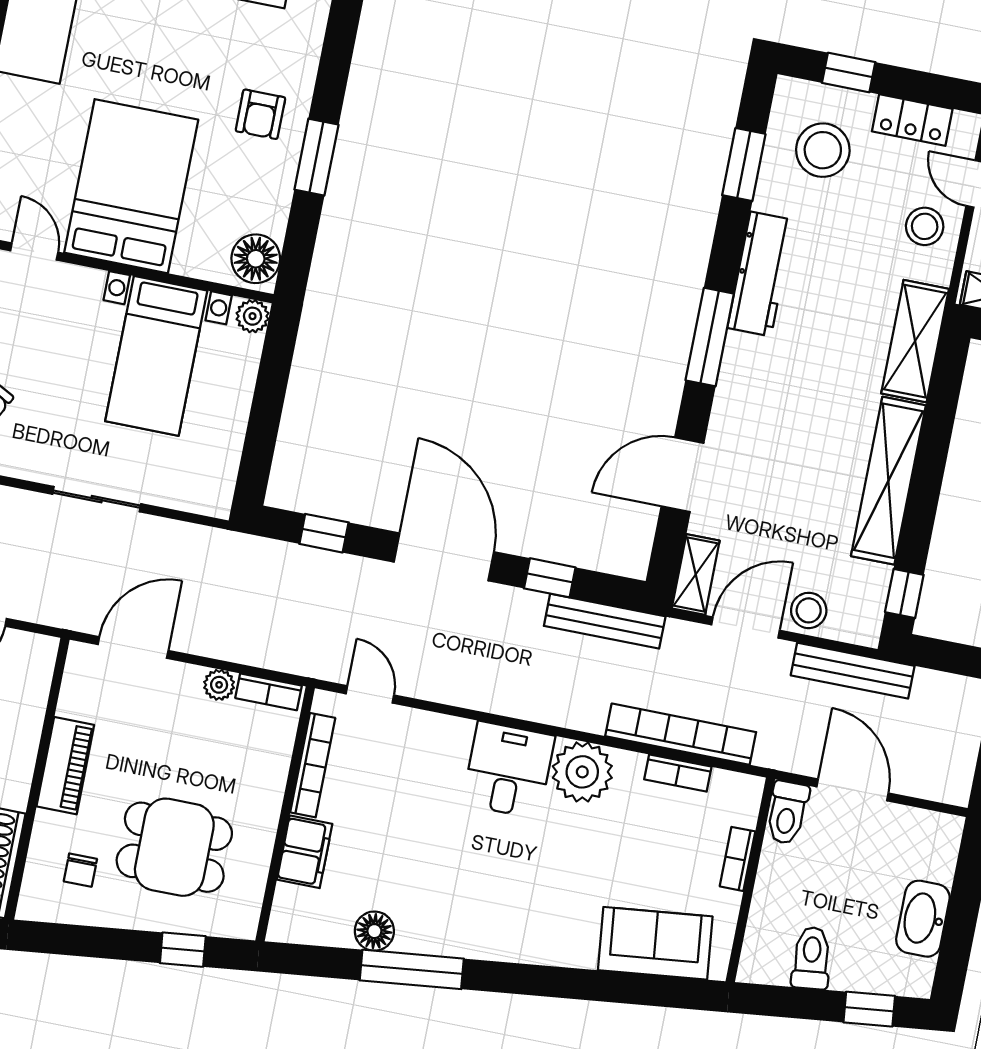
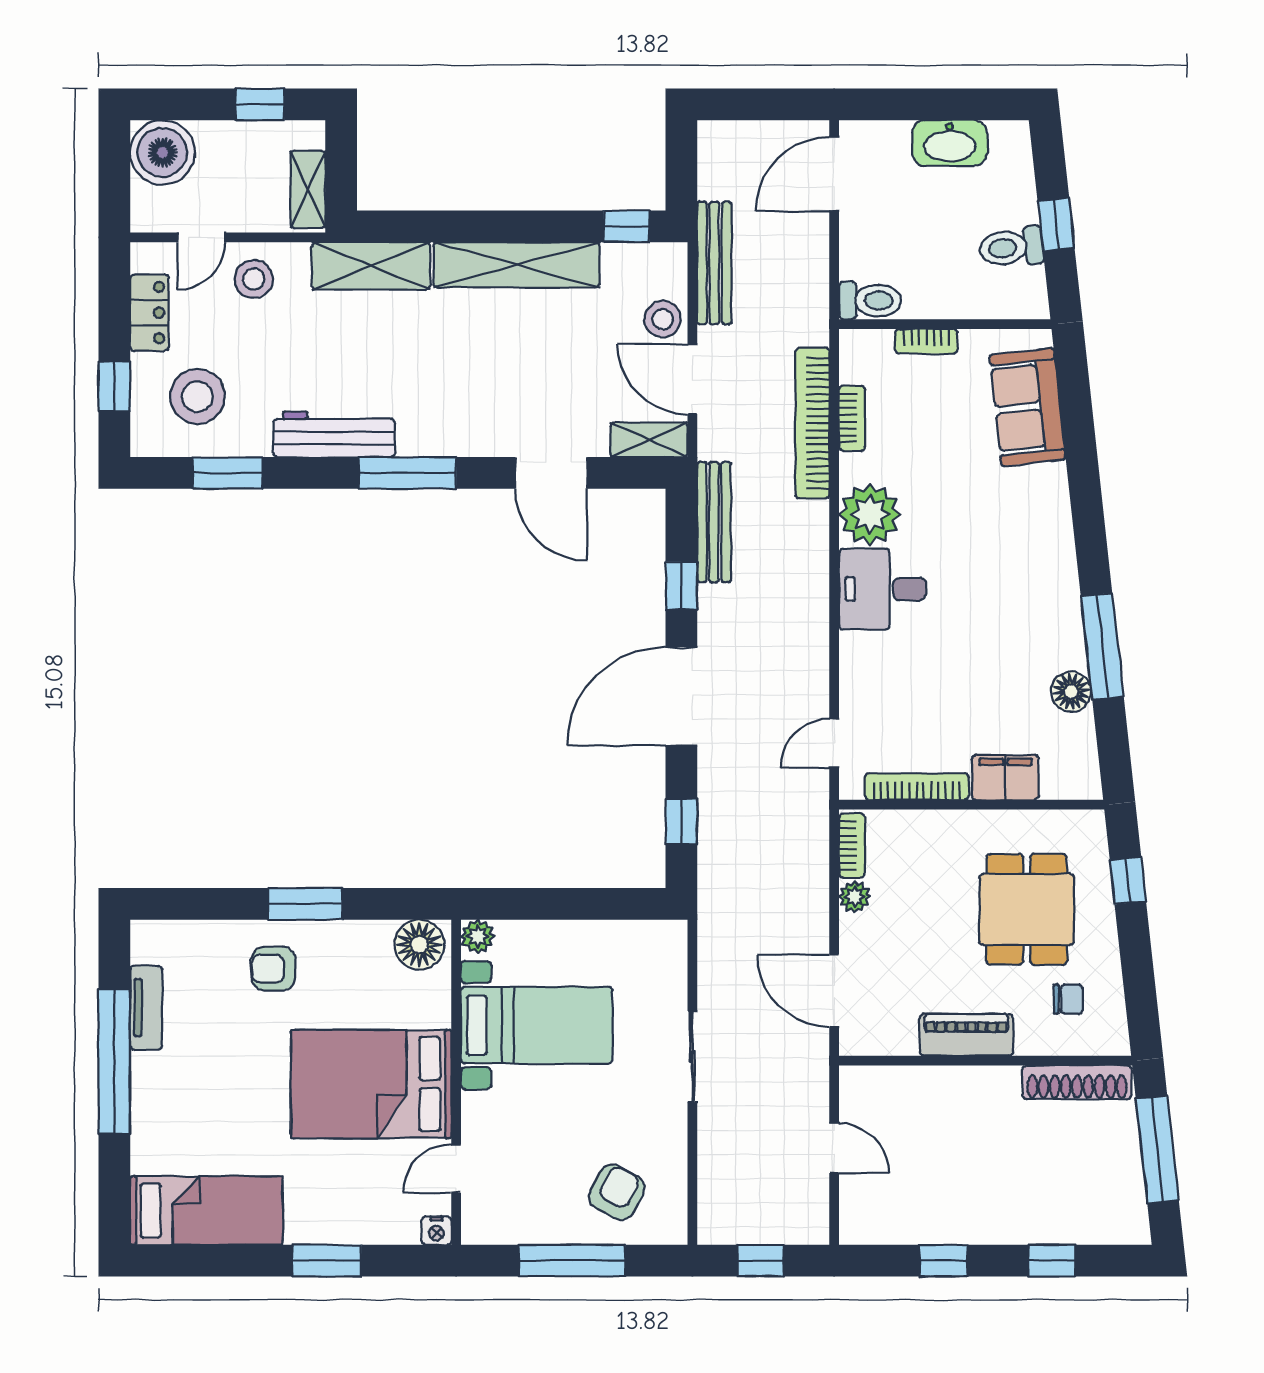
armchair: (260, 114) -> (273, 969), turned 180
door: (852, 790) -> (834, 174), moved
window: (869, 1009) -> (1056, 224), moved

